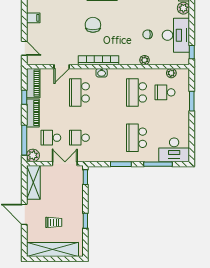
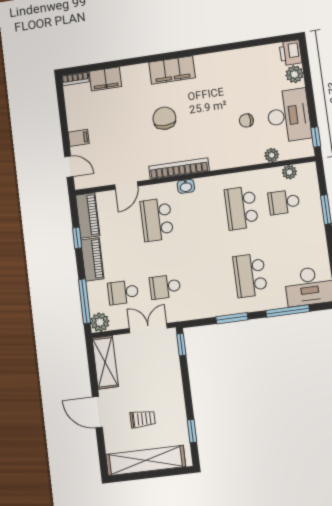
filing cabinet: (33, 18) -> (79, 138), moved
plant: (145, 60) -> (272, 155), moved
window: (85, 221) -> (192, 431), moved

